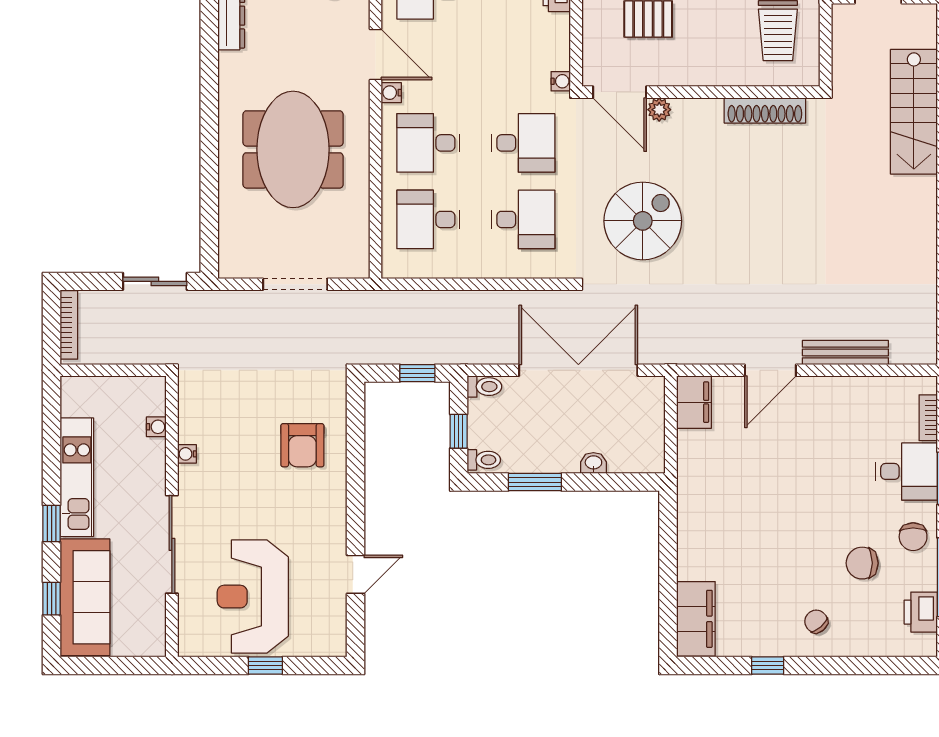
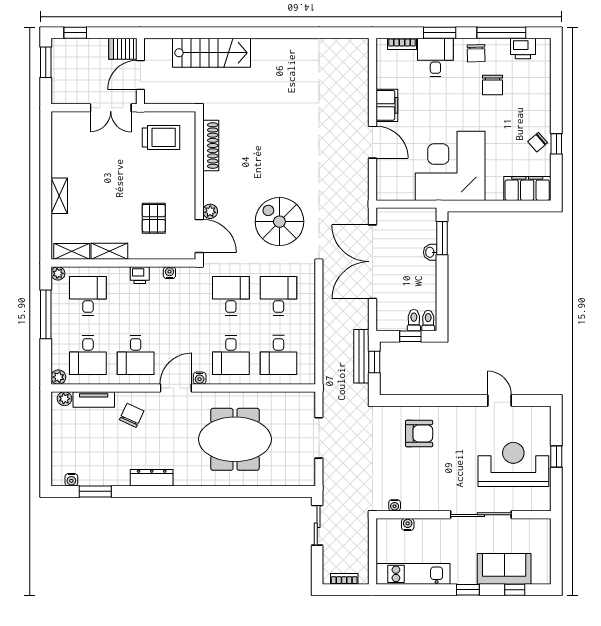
water cooler: (561, 81) -> (169, 273), moved
door: (620, 92) -> (199, 236), hinge flipped
bookcase: (69, 325) -> (344, 579), width x0.64
bench: (845, 352) -> (361, 356), moved
toilet: (484, 387) -> (414, 320), moved
filing cabinet: (694, 402) -> (387, 105), moved, turned 90
water cooler: (187, 454) -> (395, 505), moved
kitchen unit: (77, 477) -> (413, 574), moved
window: (535, 482) -> (442, 238), moved
corner desk: (732, 495) -> (450, 166), added
chair: (913, 537) -> (476, 53), turned 89
sofa: (85, 597) -> (504, 569), width x0.73
reception desk: (253, 597) -> (513, 464), turned 180
chair: (816, 621) -> (538, 142), moved

